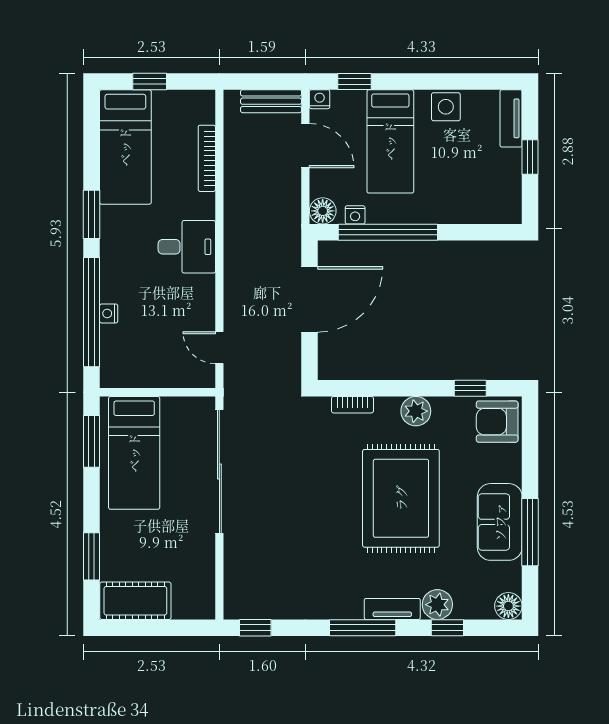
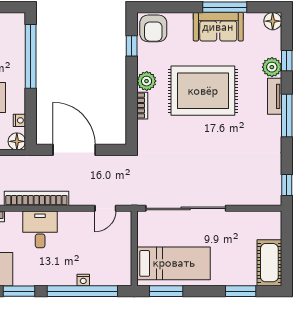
window: (388, 232) -> (31, 56), moved
bookcase: (235, 241) -> (36, 198), added
bookcase: (352, 405) -> (142, 106), moved

